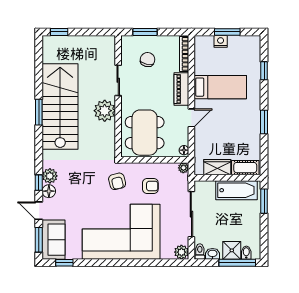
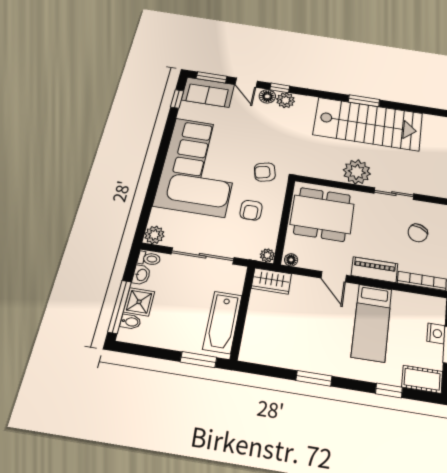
chair: (147, 60) -> (418, 233), turned 98
wardrobe: (217, 167) -> (271, 281), moved, turned 90
cot: (245, 168) -> (422, 379), moved, turned 90
door: (39, 211) -> (246, 83), swing flipped

